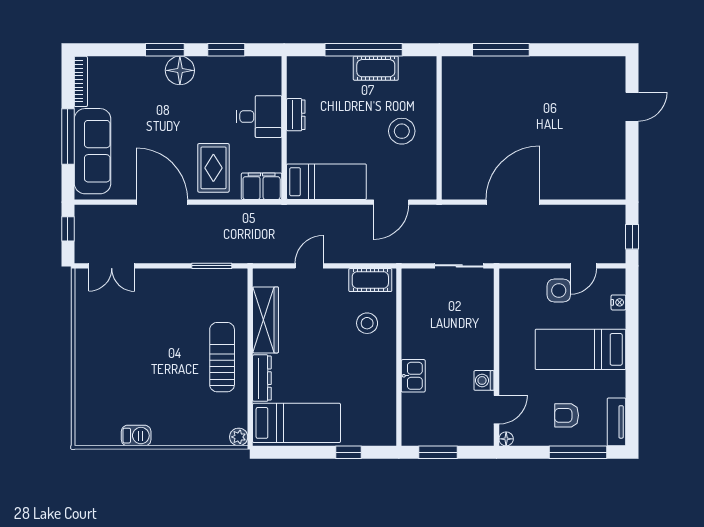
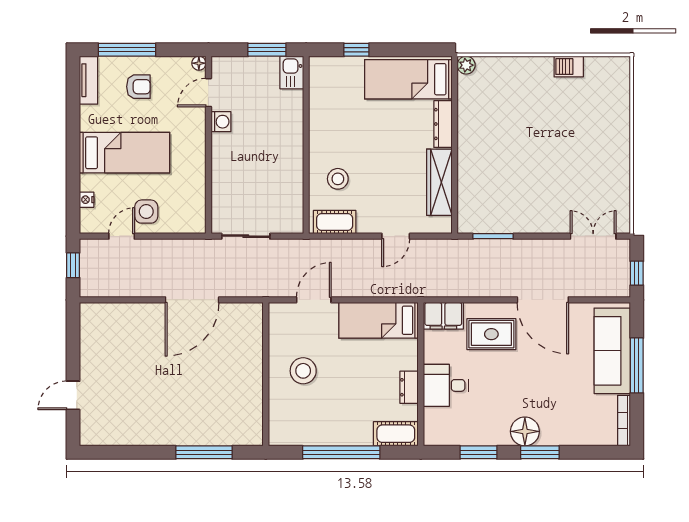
cot: (376, 68) -> (396, 434), moved
rug: (213, 168) -> (491, 334), turned 90
sun lounger: (222, 357) -> (483, 145), removed
kitchen sink: (413, 376) -> (292, 72), moved

